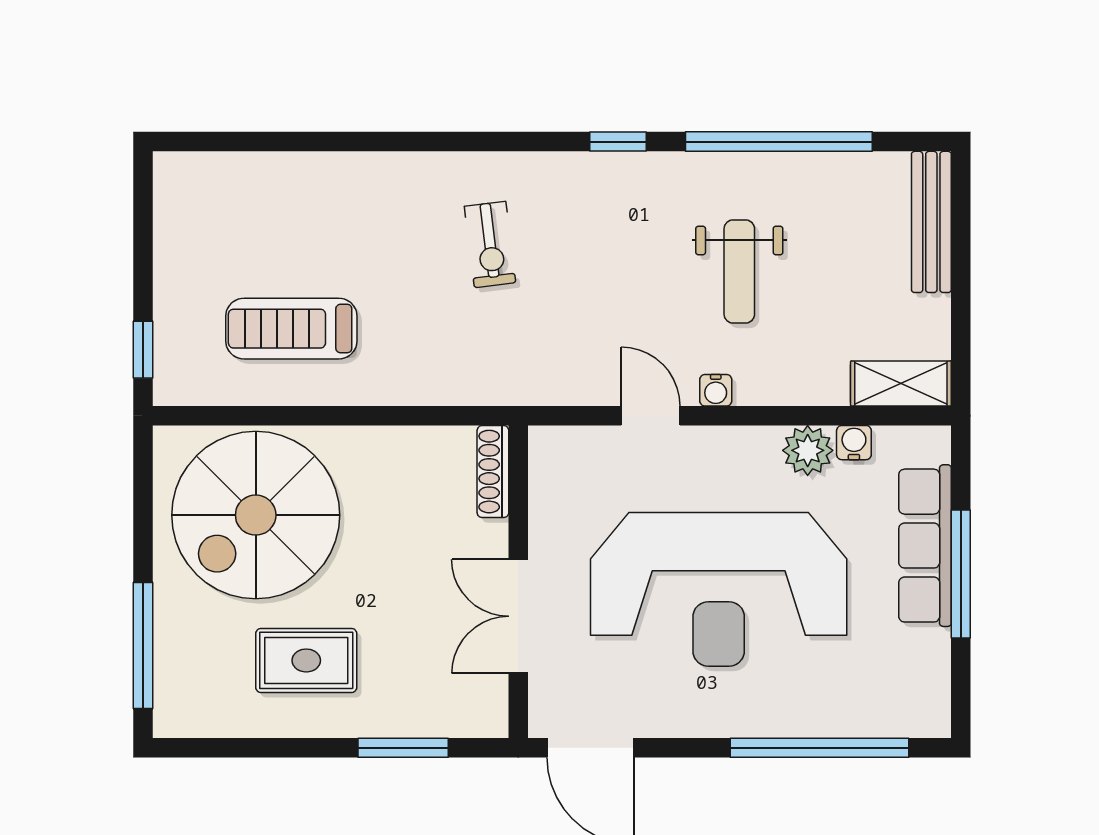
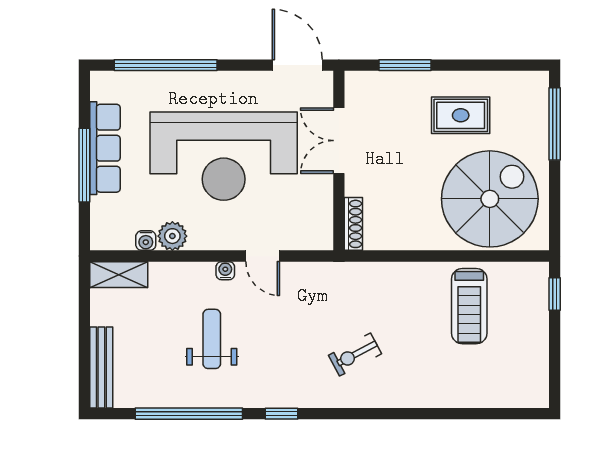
exercise bike: (490, 244) -> (355, 354), turned -111
treadmill: (291, 329) -> (469, 306), turned 90
row of seats: (925, 546) -> (105, 148), moved
reception desk: (719, 589) -> (224, 156), turned 180
double door: (518, 616) -> (339, 141), swing flipped

